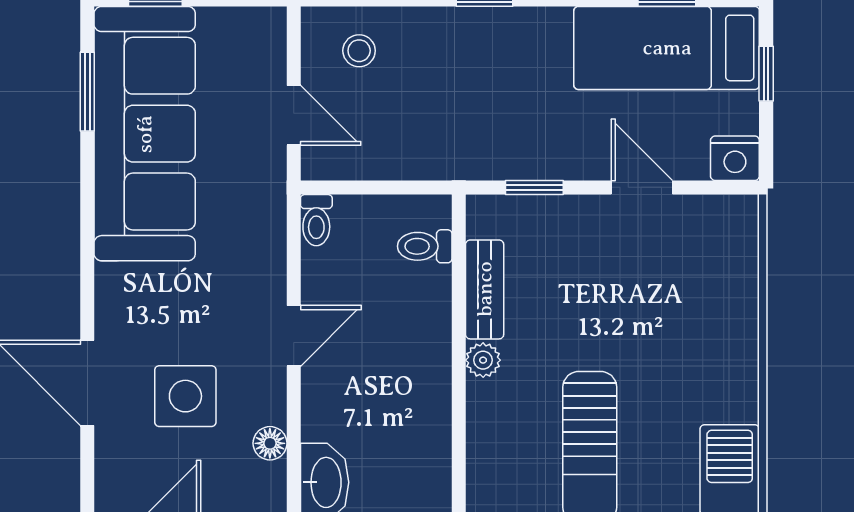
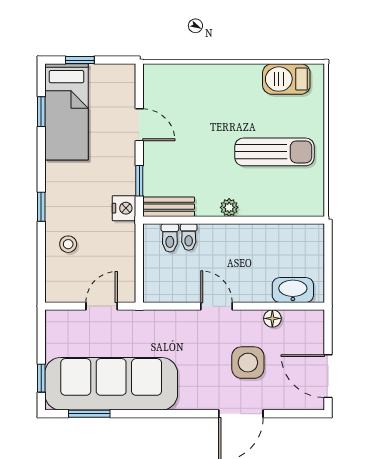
stool: (359, 51) -> (68, 244), moved
nightstand: (735, 158) -> (124, 208), moved
door: (642, 187) -> (139, 125), swing flipped
toilet: (316, 220) -> (189, 237), moved, turned 90
bench: (485, 289) -> (169, 207), moved

